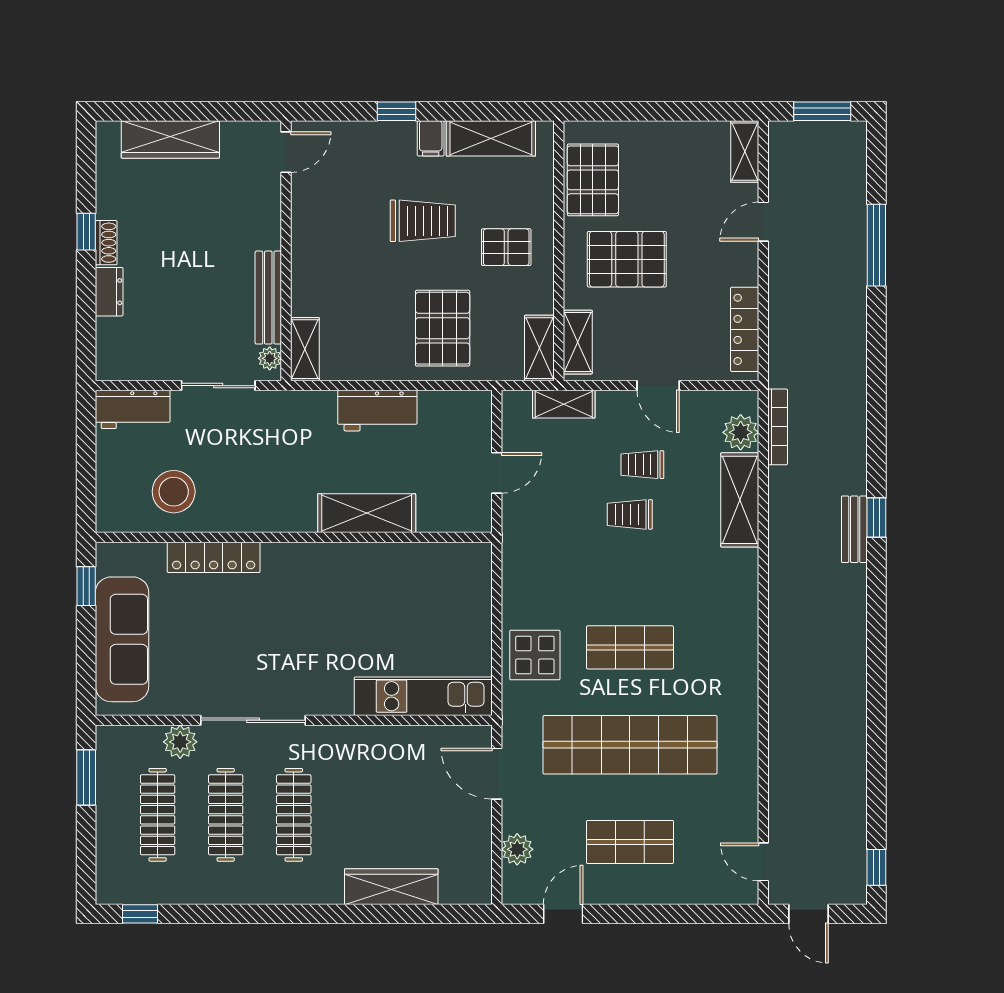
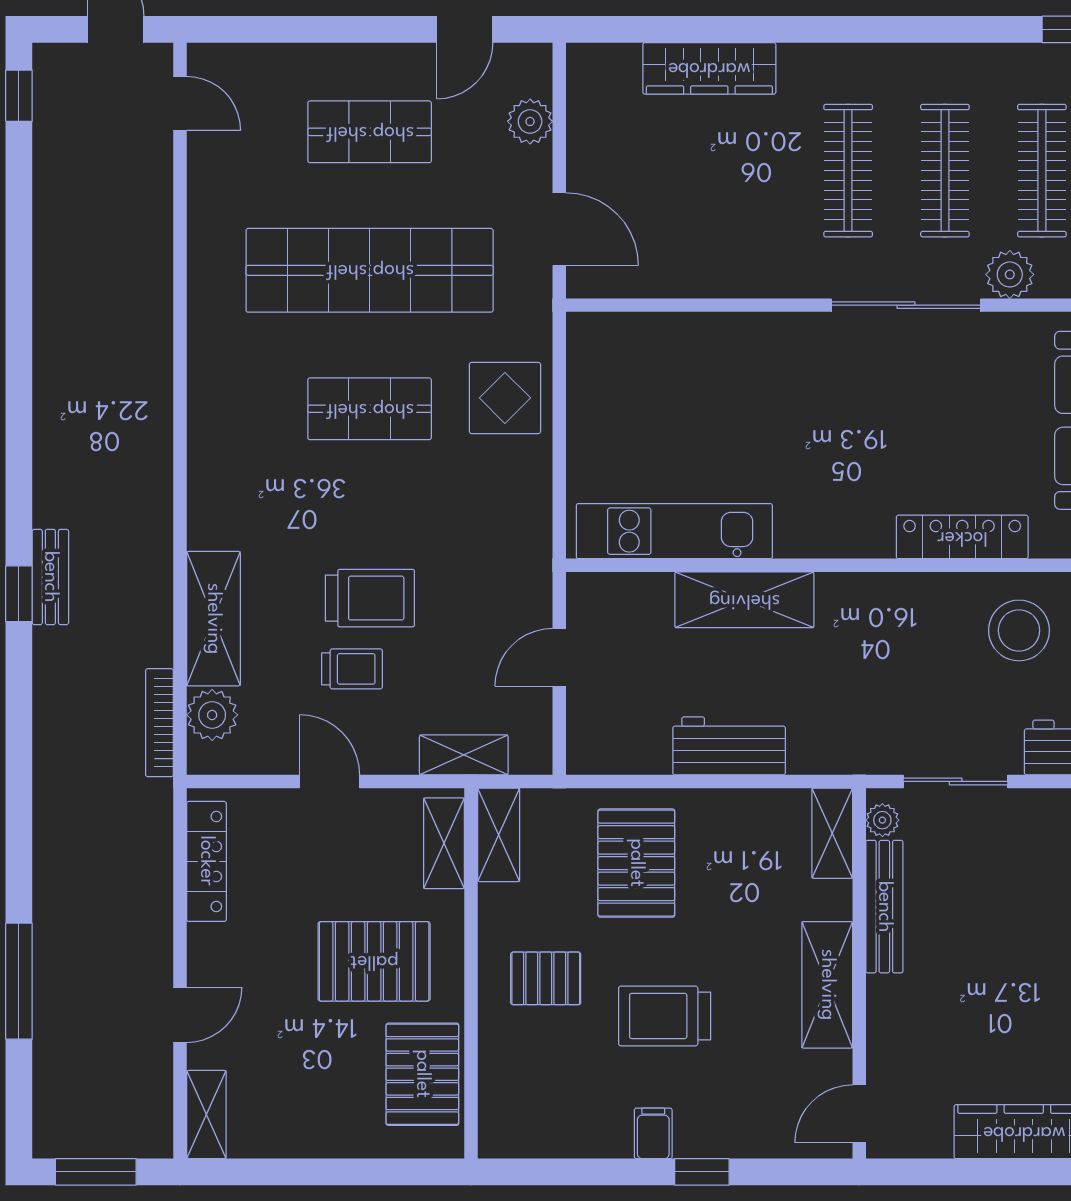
shelving: (491, 138) -> (827, 985), moved, turned 90
trolley: (630, 514) -> (370, 598), width x1.36, depth x1.39
kitchen unit: (423, 696) -> (674, 531), moved, turned 180

